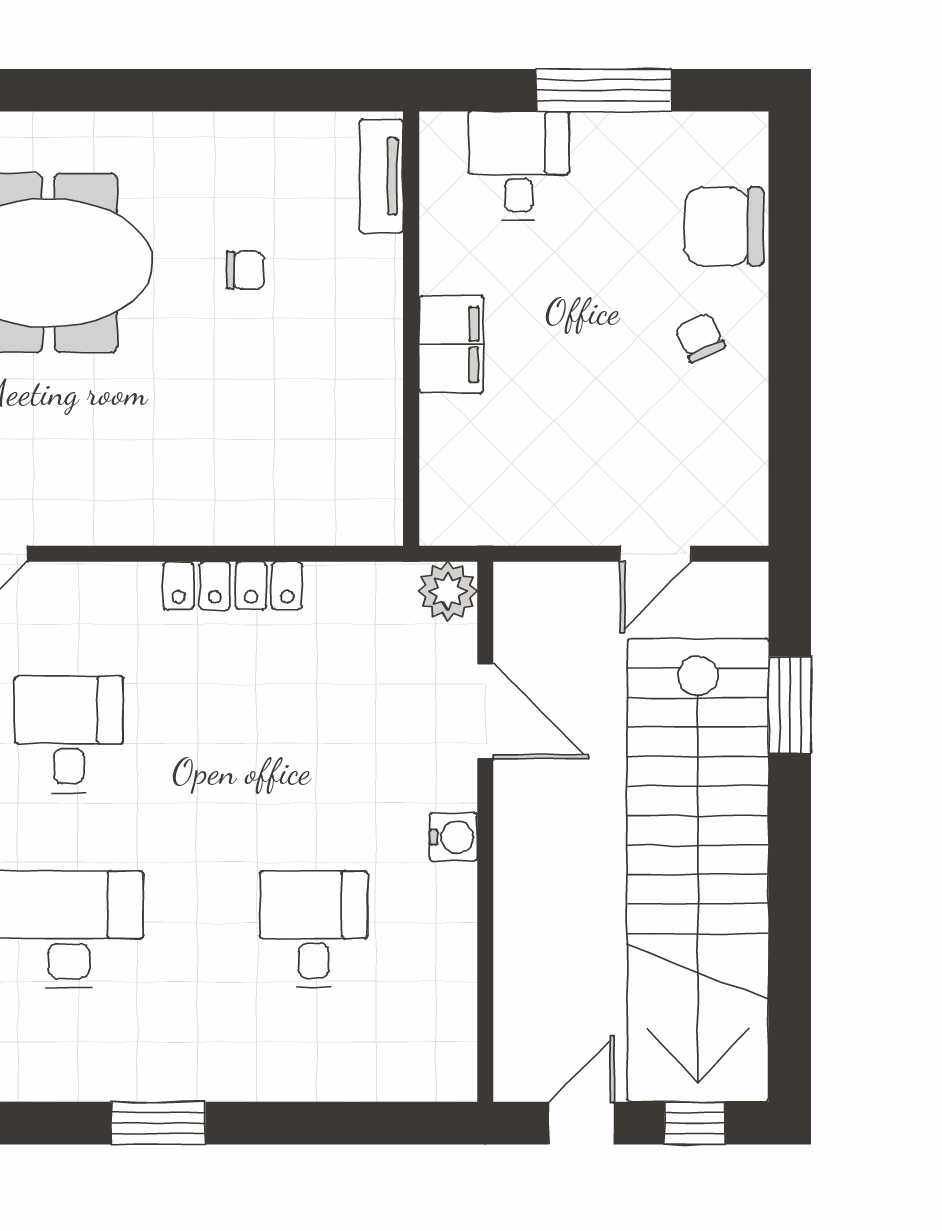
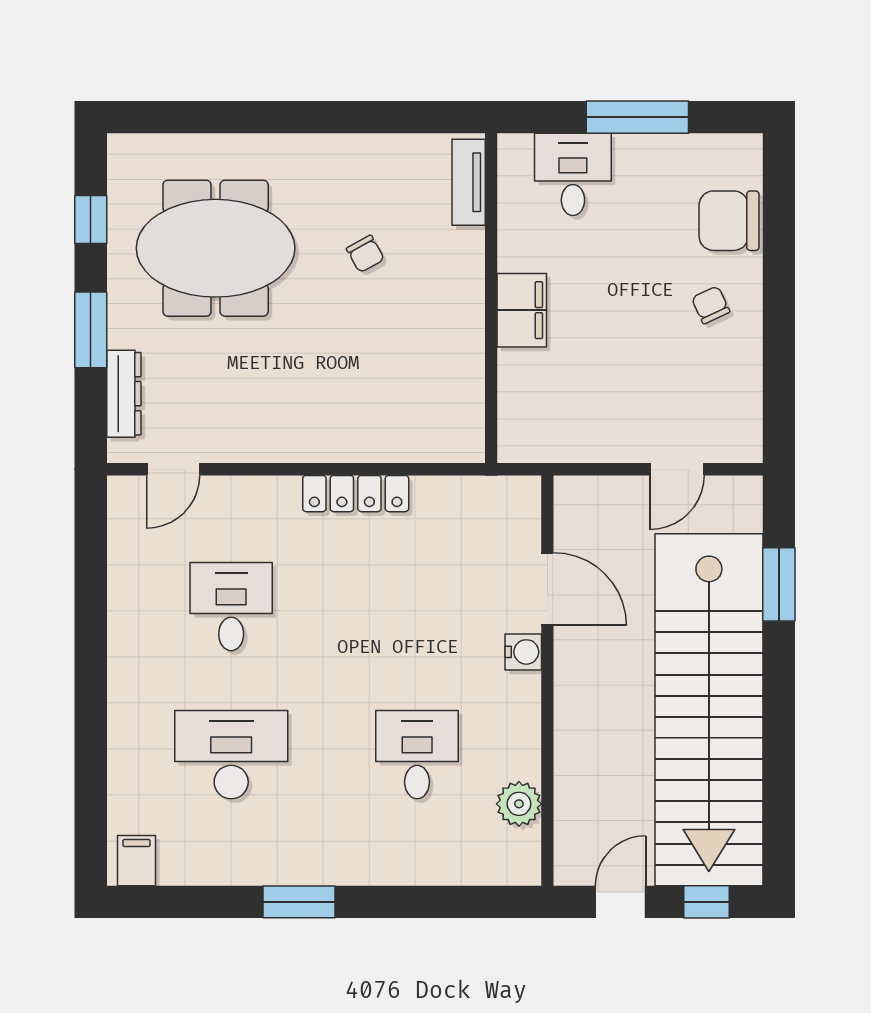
chair: (246, 270) -> (365, 254), turned 61
plant: (448, 591) -> (519, 804), moved
water cooler: (453, 837) -> (523, 652), moved

